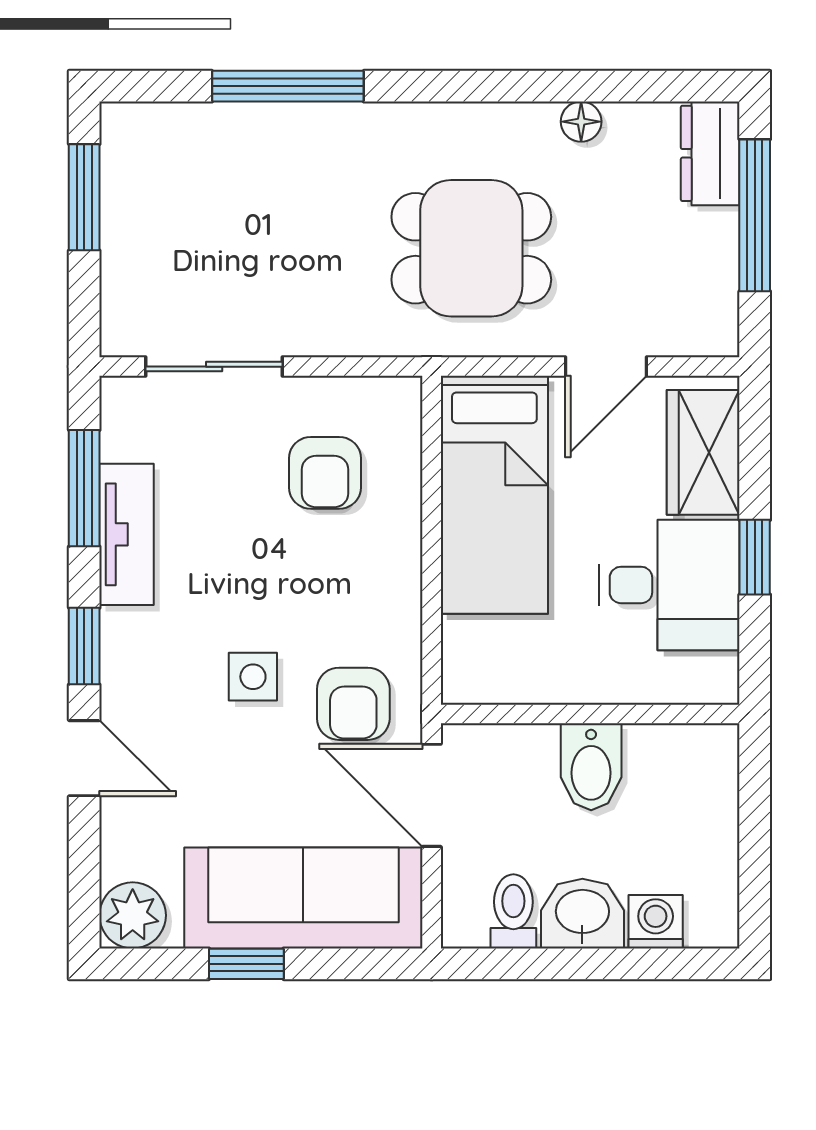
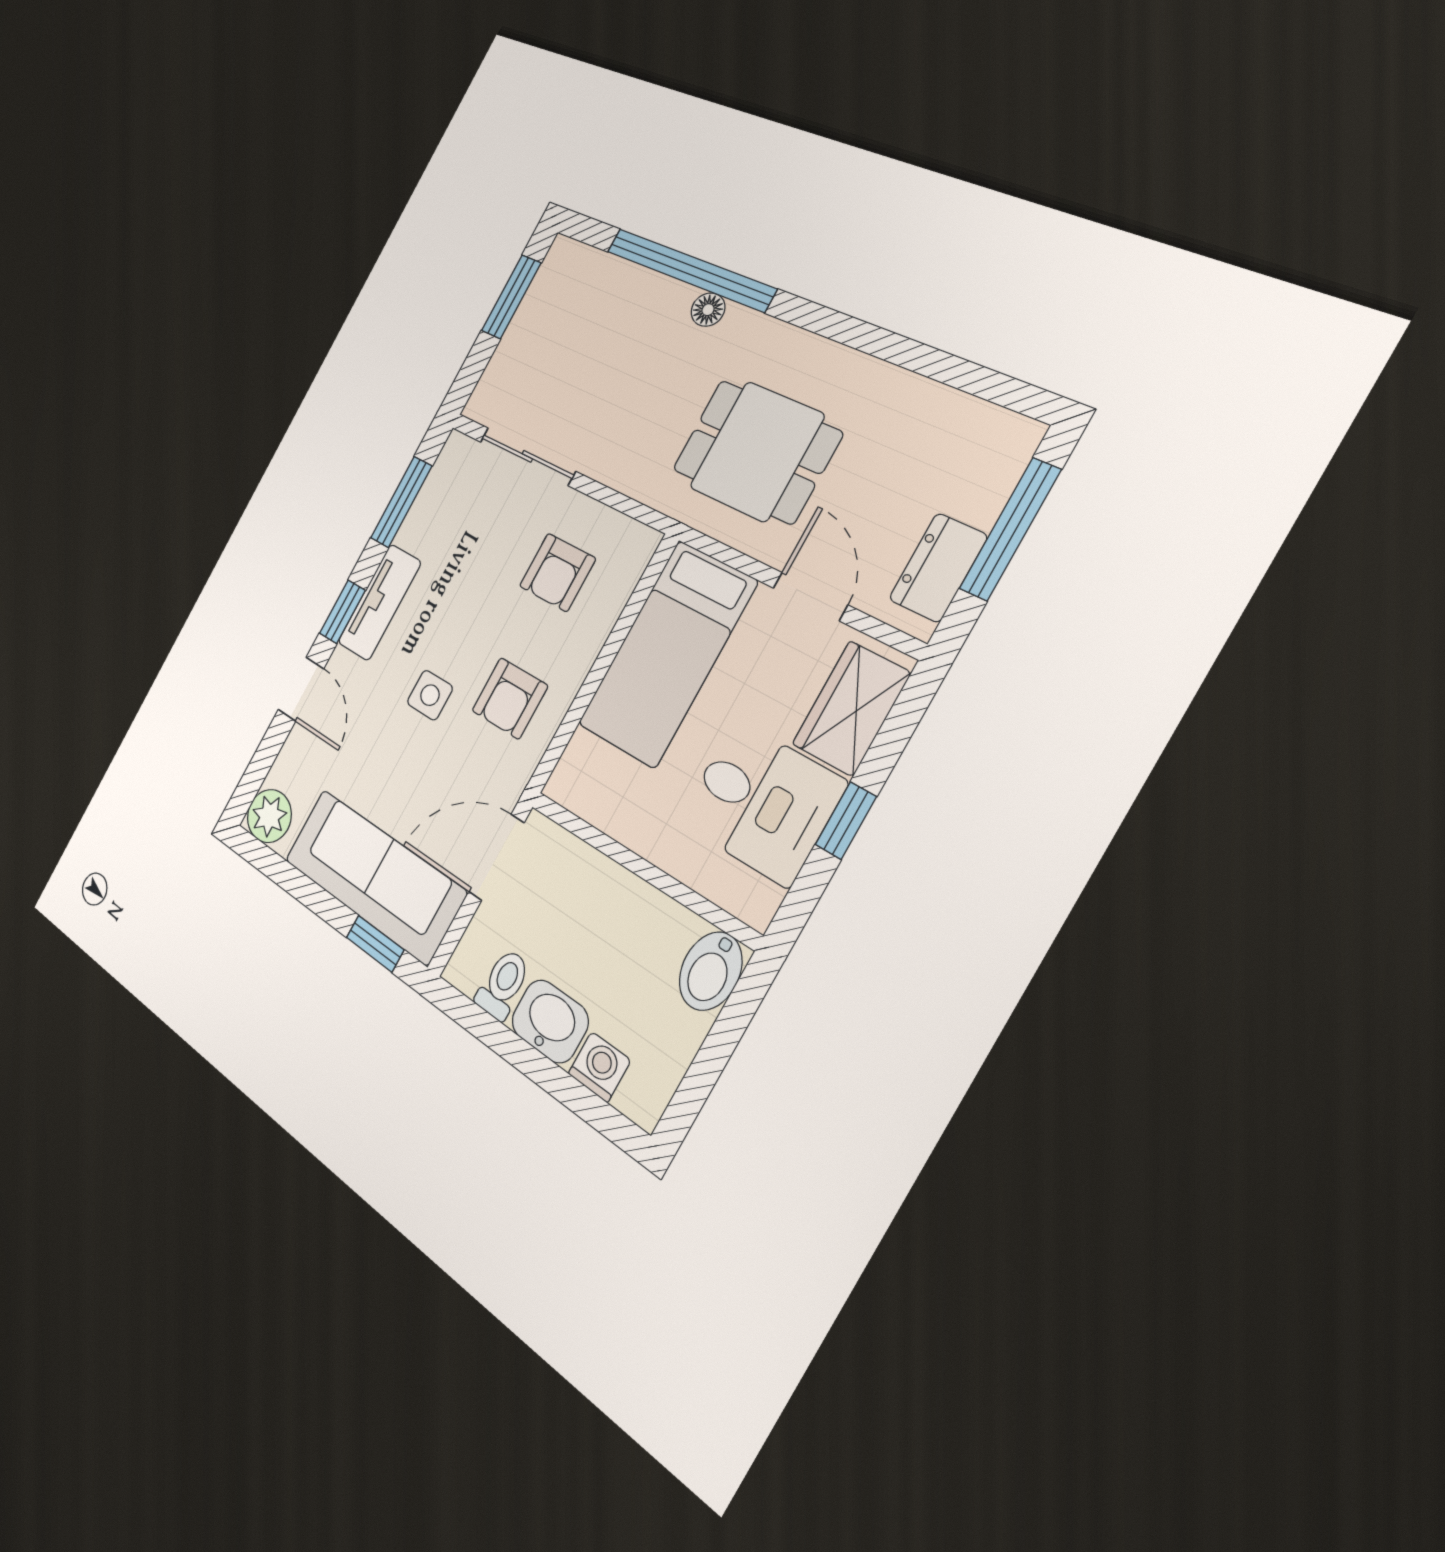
window: (288, 86) -> (690, 270), width x1.46
floor lamp: (581, 122) -> (708, 310), moved
dresser: (710, 153) -> (938, 568), moved
door: (606, 367) -> (810, 596), swing flipped
tv unit: (126, 534) -> (379, 602), moved
armchair: (353, 704) -> (510, 698), moved
bidet: (591, 767) -> (711, 971), moved
door: (432, 795) -> (496, 857), hinge flipped
window: (246, 964) -> (375, 944), moved

